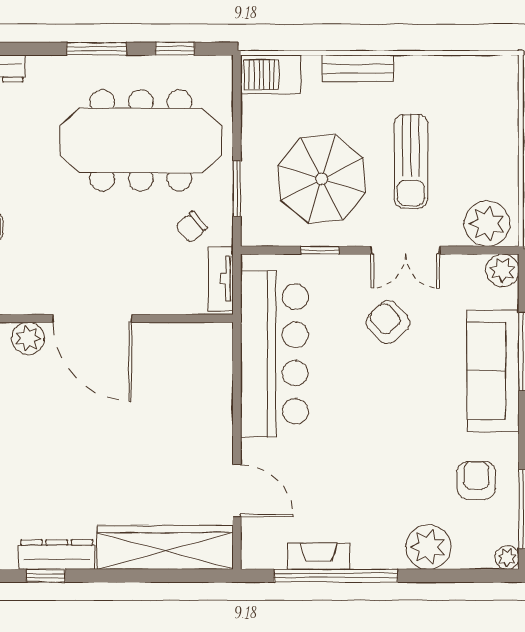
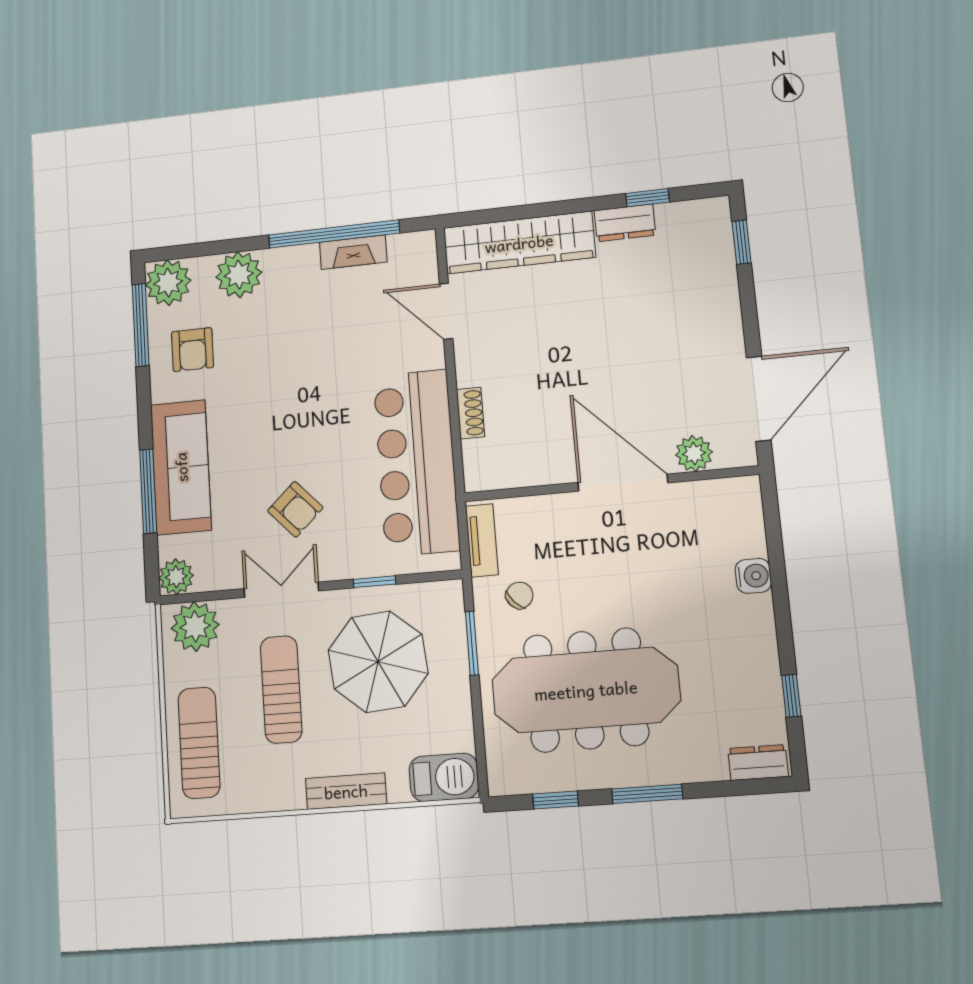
sun lounger: (489, 120) -> (199, 743), added
shoe rack: (222, 394) -> (470, 413), added
dresser: (57, 555) -> (625, 223), width x0.70
plant: (507, 558) -> (168, 283), width x1.88, depth x1.88

